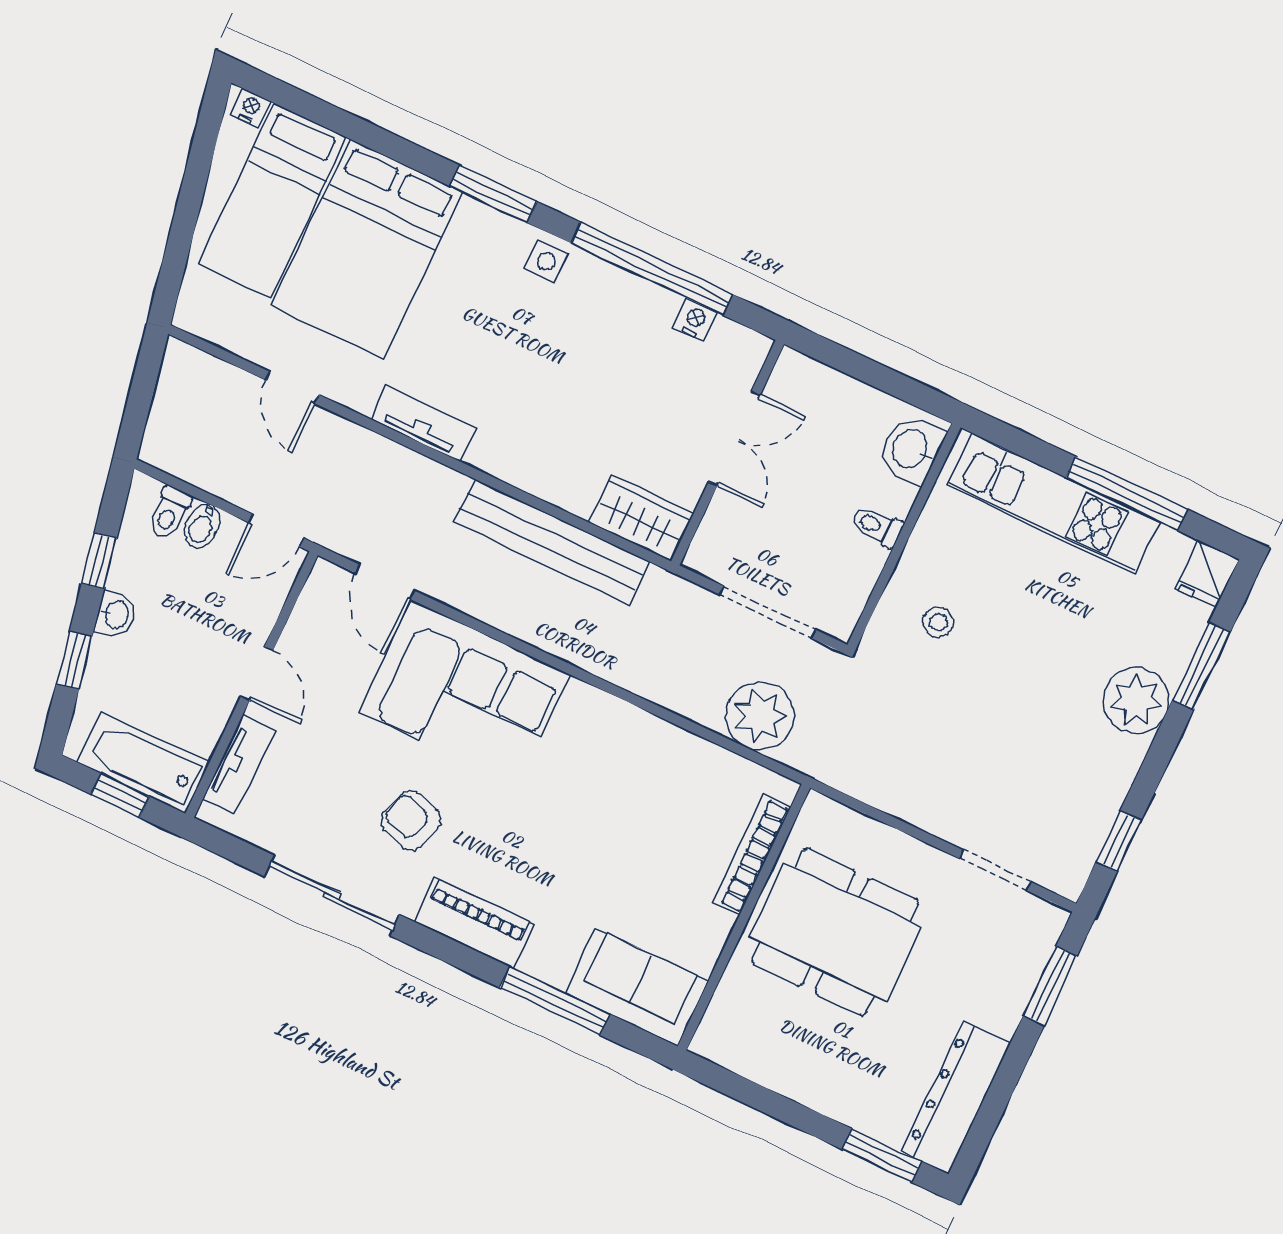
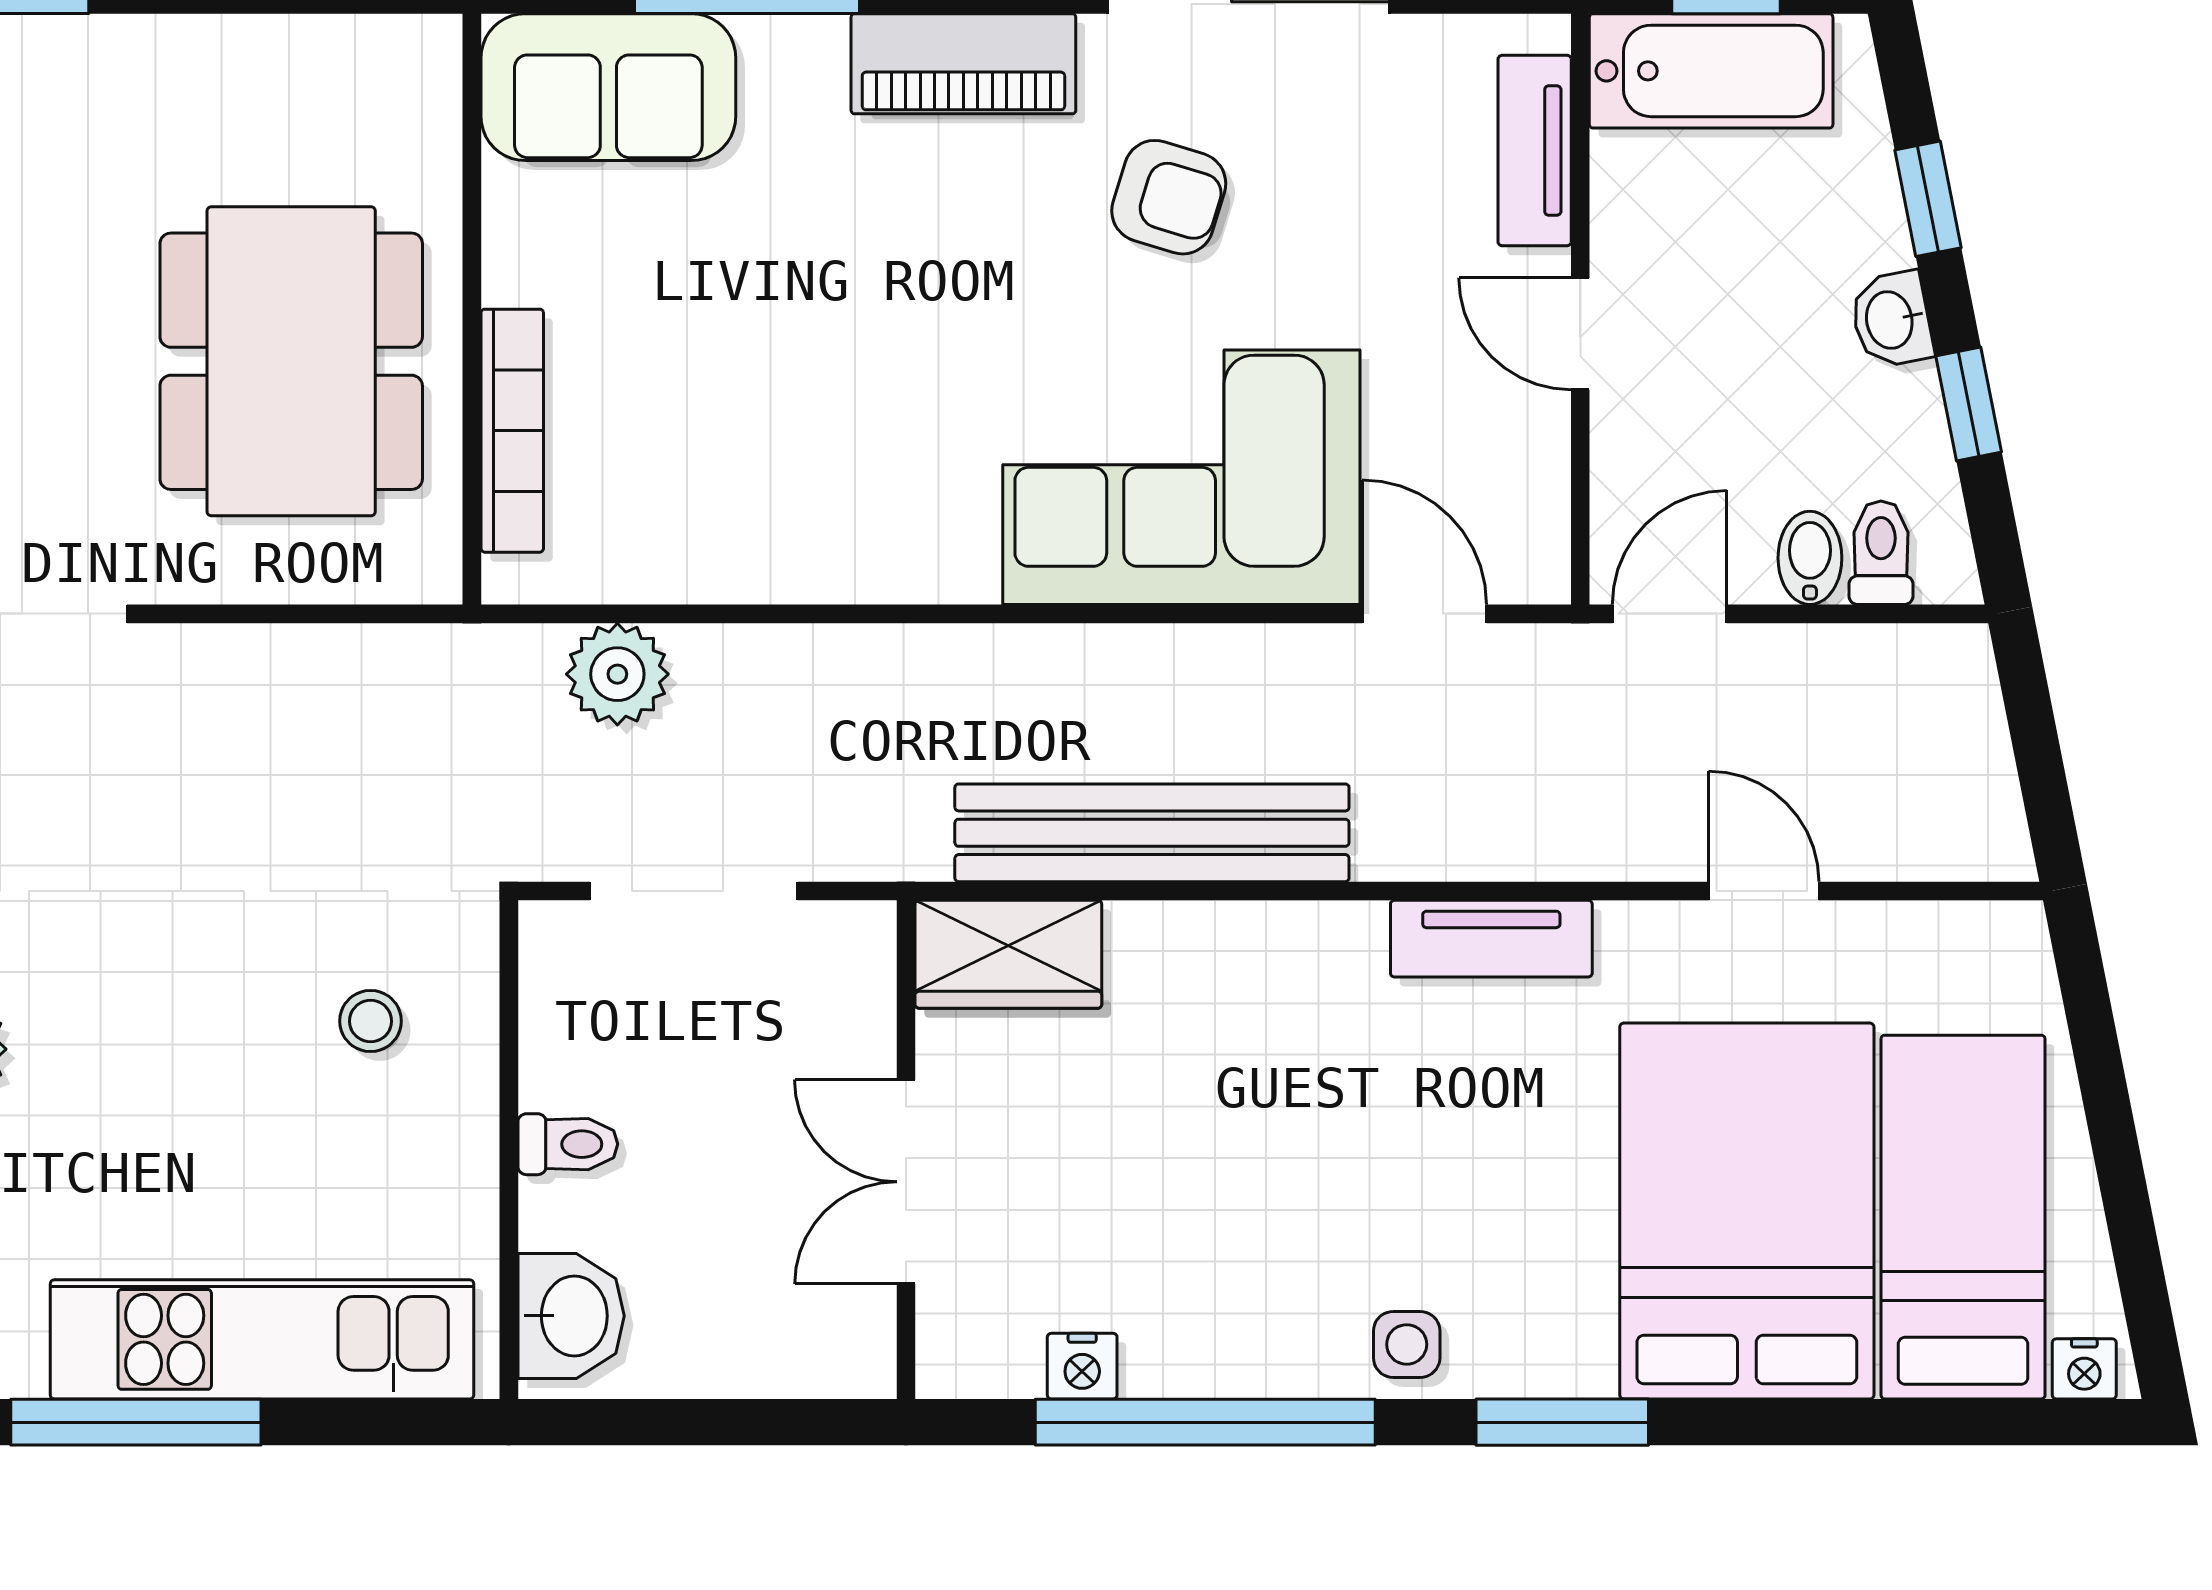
plant: (760, 716) -> (617, 674), width x0.73, depth x0.73
dining table: (835, 932) -> (291, 361), turned 90

